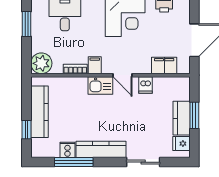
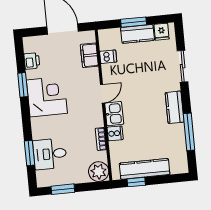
filing cabinet: (95, 65) -> (95, 121), removed
dishwasher: (145, 85) -> (108, 57), moved
window: (27, 130) -> (136, 182), moved
kitchen counter: (101, 149) -> (175, 107), width x0.67
cooker: (67, 150) -> (115, 133), moved, turned 180

